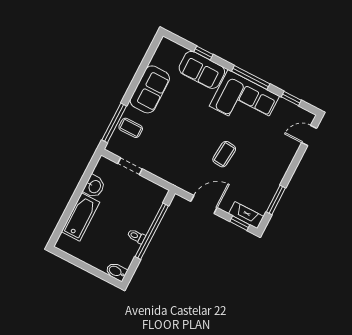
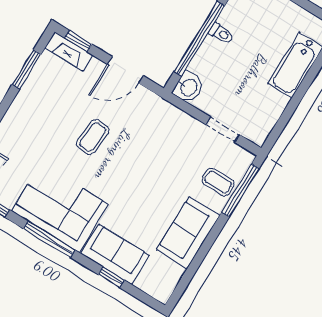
washbasin: (94, 186) -> (188, 87), moved, turned 180

